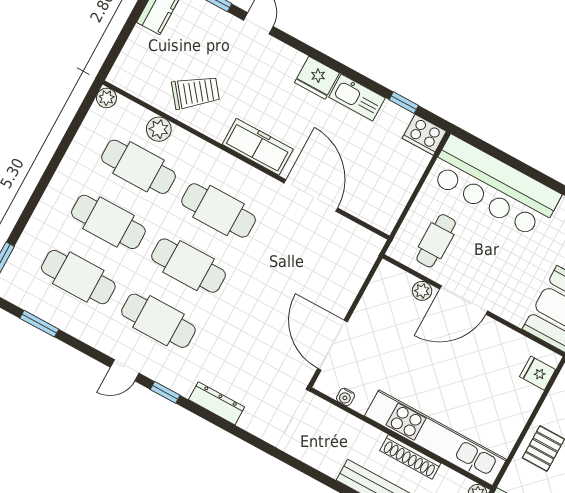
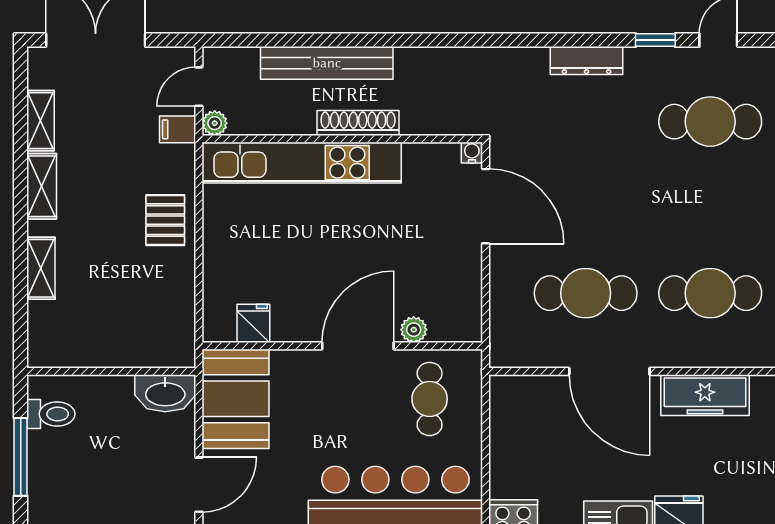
cafe table: (188, 266) -> (586, 293), moved
fridge: (538, 373) -> (253, 323), moved, turned -90
water cooler: (345, 397) -> (472, 153), moved
shoe rack: (410, 457) -> (358, 123), moved

